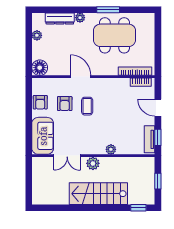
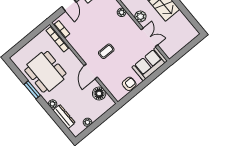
floor lamp: (40, 68) -> (99, 93), moved
armchair: (65, 104) -> (117, 67), removed

